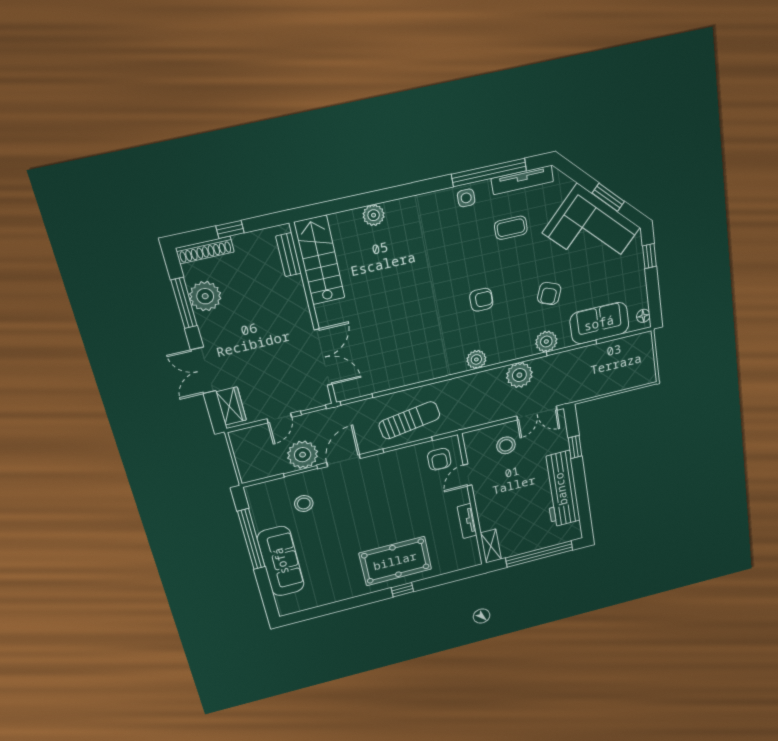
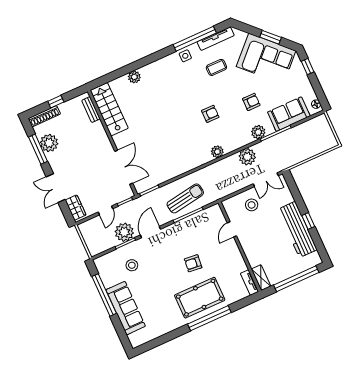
armchair: (549, 294) -> (251, 102), turned -112
window: (575, 447) -> (308, 221), moved
armchair: (439, 459) -> (193, 263), moved, turned 96
tv unit: (467, 521) -> (250, 283), moved
window: (402, 590) -> (209, 318), width x3.17

